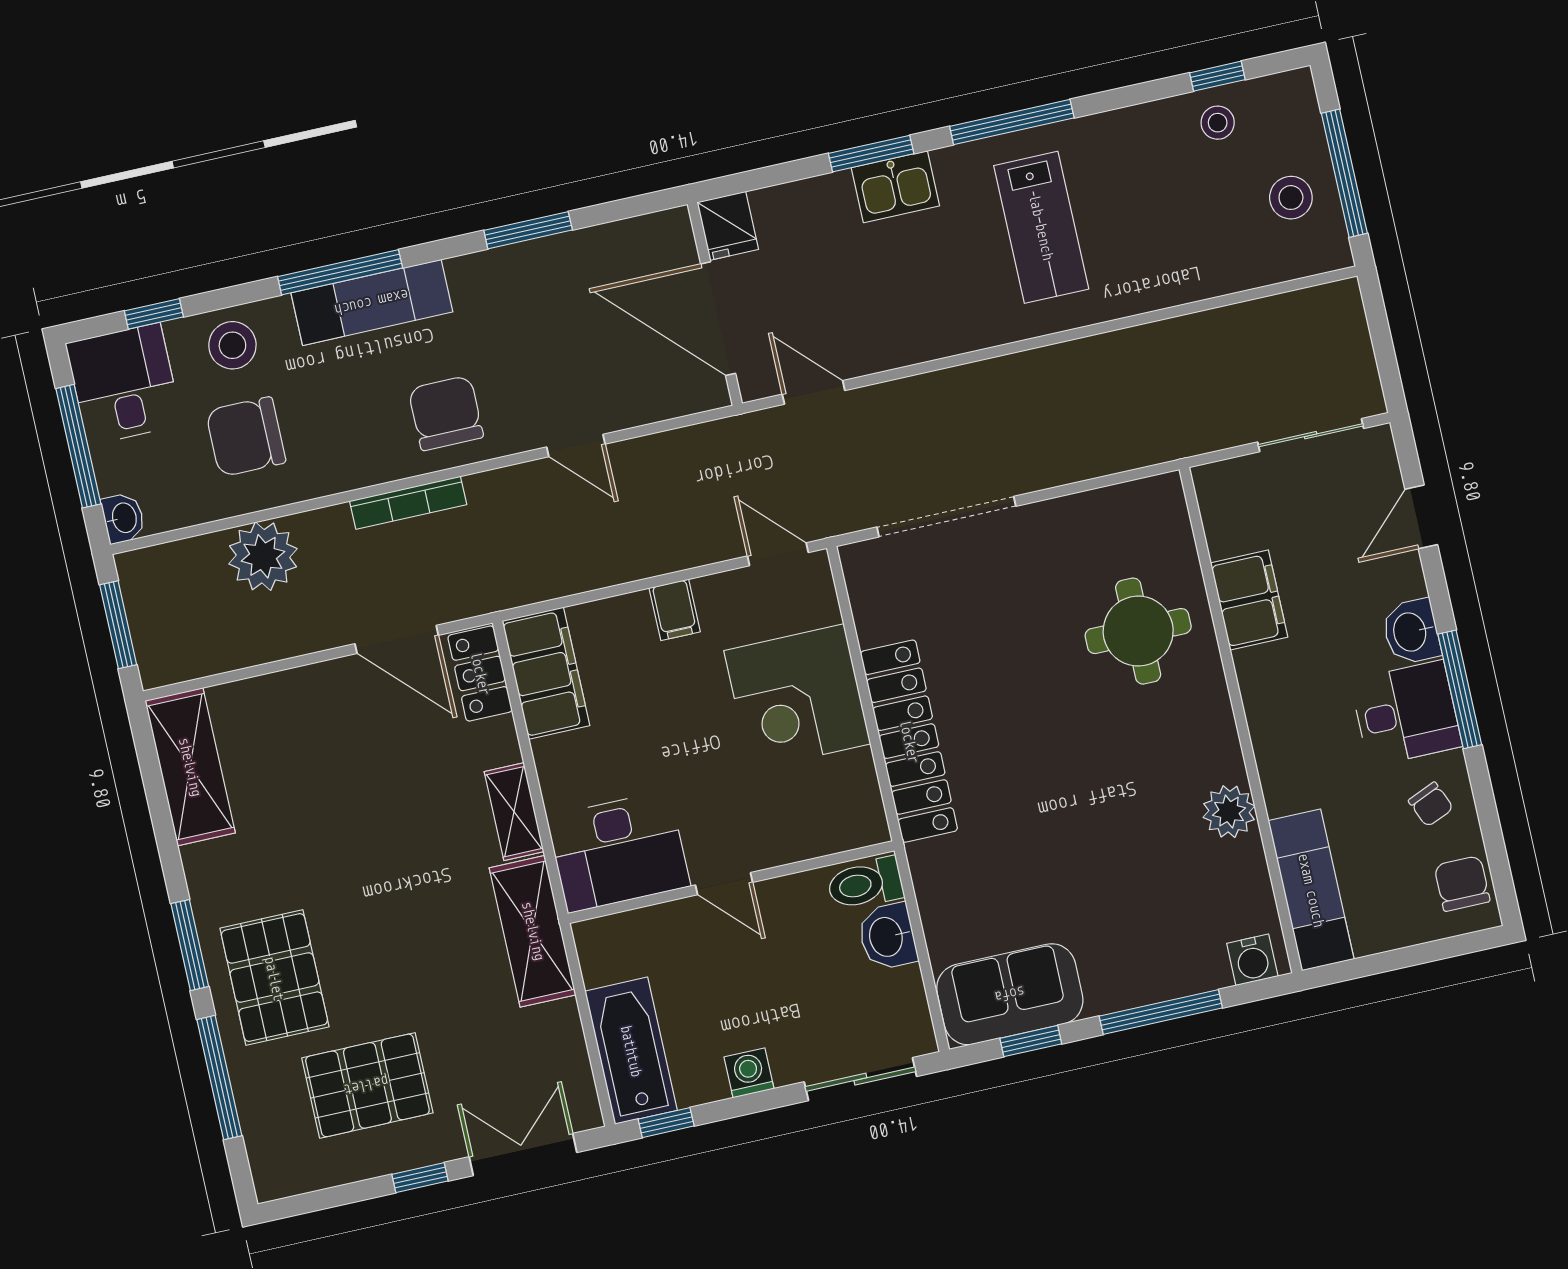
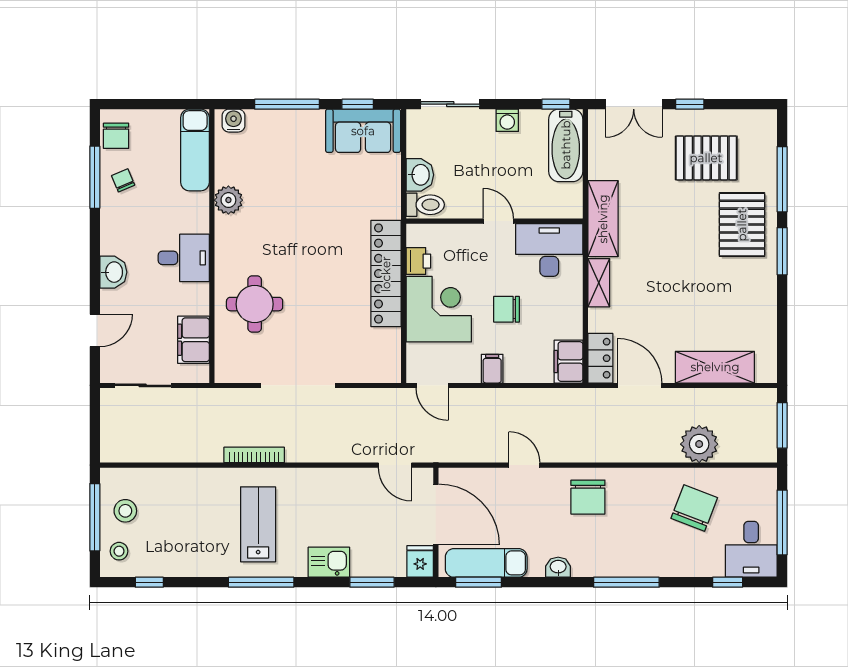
stool: (1218, 123) -> (119, 551), moved
window: (871, 154) -> (372, 582), moved
window: (528, 230) -> (478, 582), moved
exam couch: (372, 302) -> (486, 563), moved
stool: (232, 345) -> (691, 557), removed
chair: (246, 437) -> (694, 508), turned -69
bookcase: (408, 503) -> (254, 455), moved
doorway: (946, 517) -> (298, 385), moved
washbasin: (123, 518) -> (558, 567), moved, turned 90
filing cabinet: (1249, 600) -> (194, 340), moved
filing cabinet: (546, 673) -> (569, 362), width x0.67, depth x0.86
window: (1460, 689) -> (95, 177), moved
desk: (1406, 713) -> (184, 258), moved, turned 180
chair: (673, 725) -> (507, 309), added
shelving: (190, 767) -> (715, 367), moved, turned 90
printer: (855, 777) -> (418, 261), added

